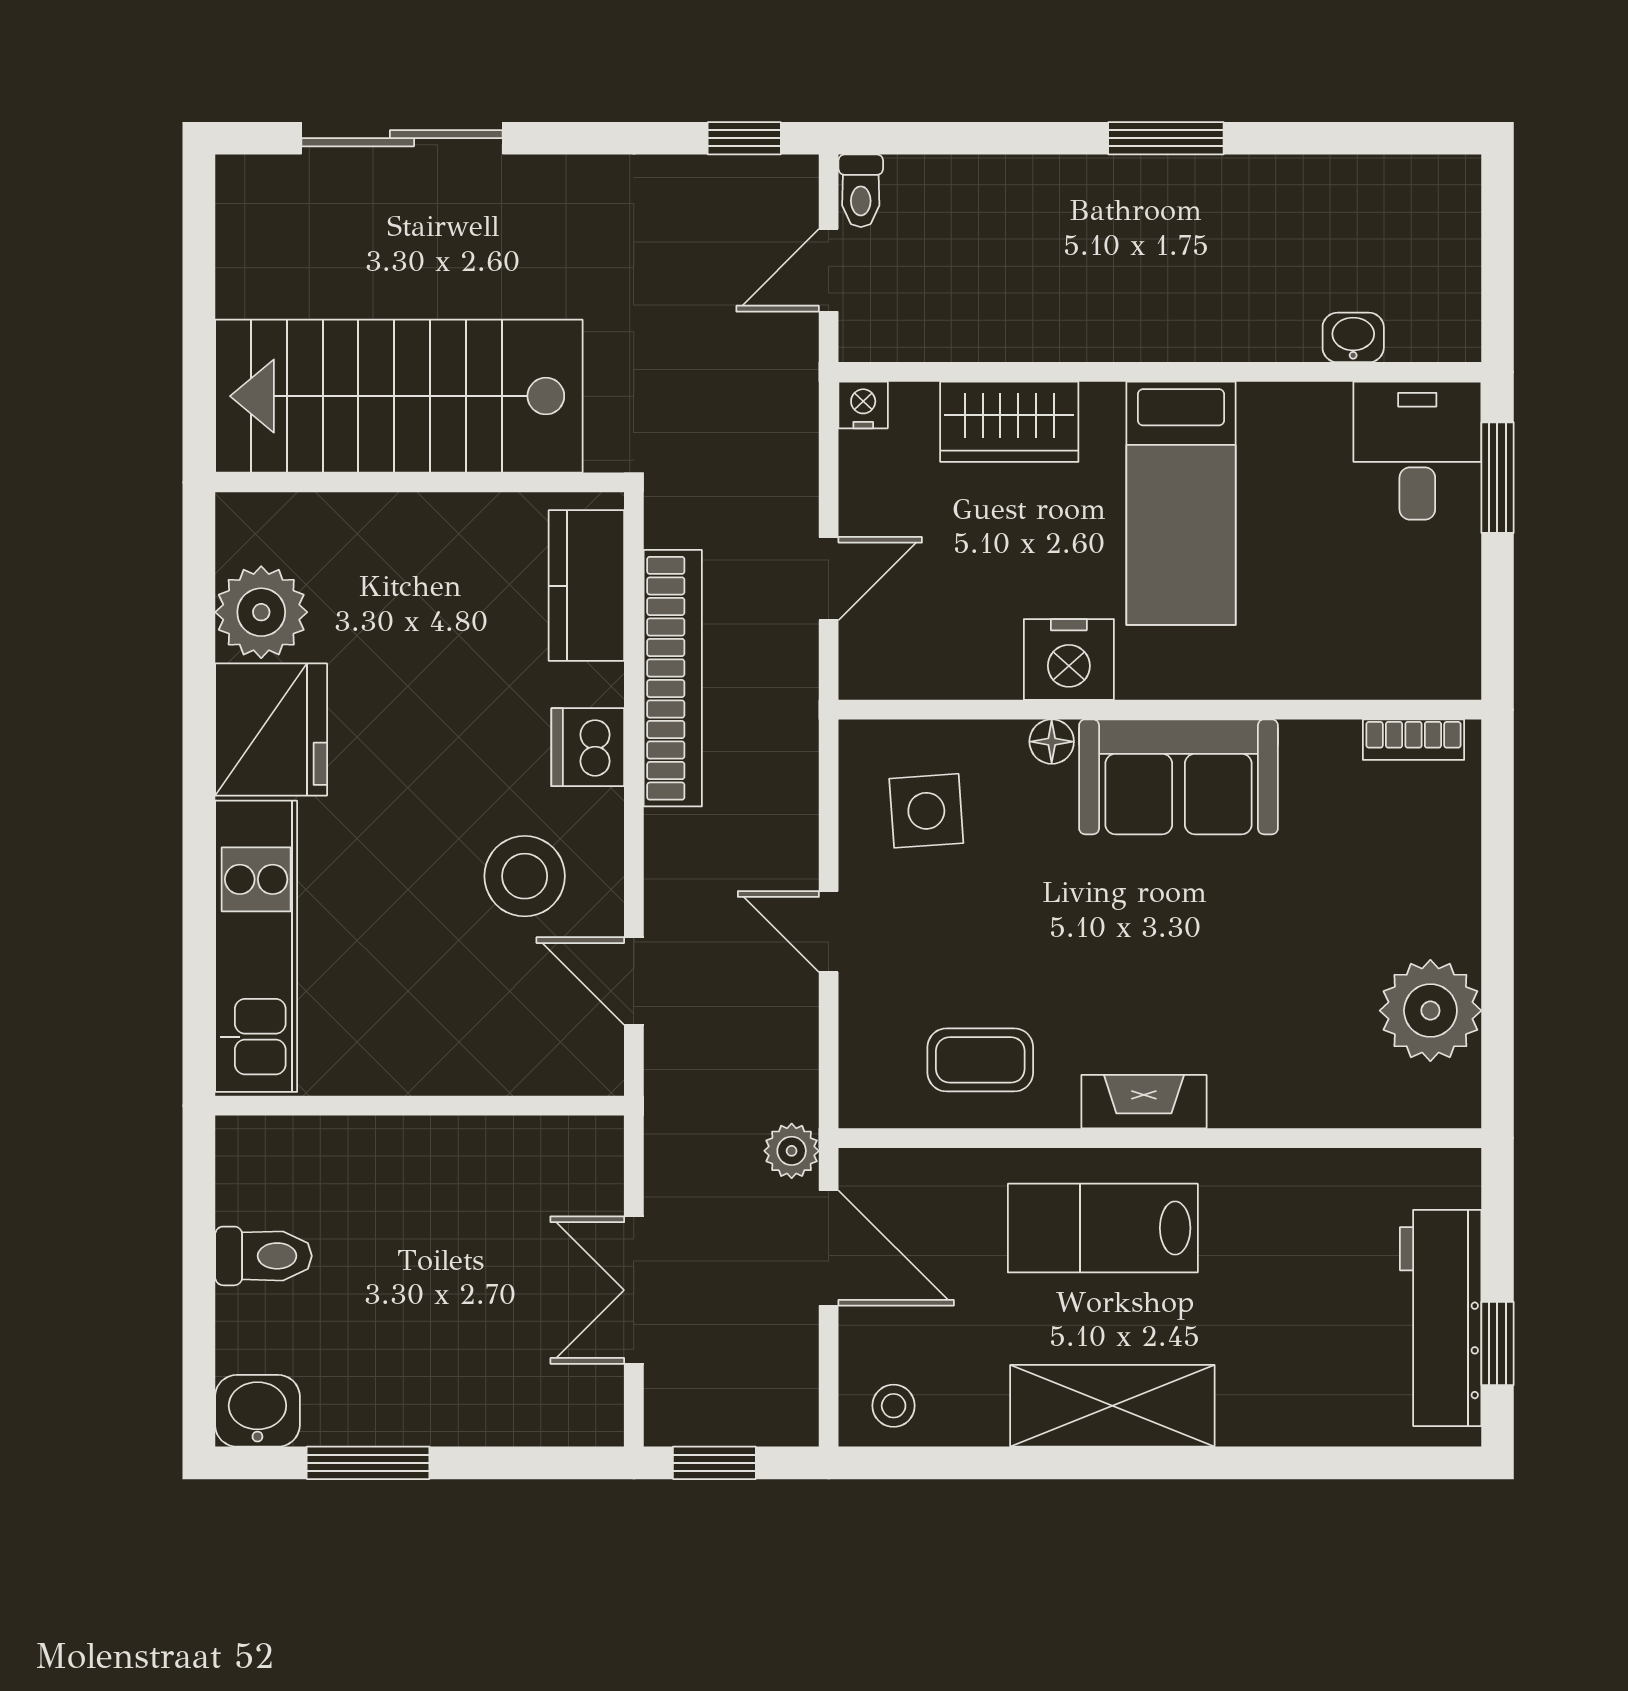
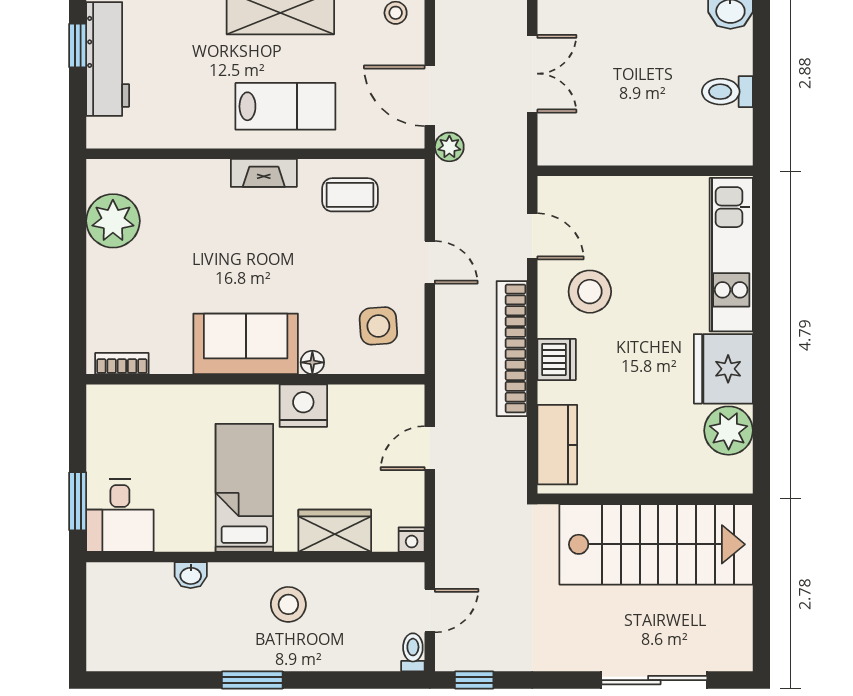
stool: (1097, 282) -> (288, 604), added
washbasin: (1353, 337) -> (191, 575), moved
bookcase: (673, 678) -> (512, 349), moved

